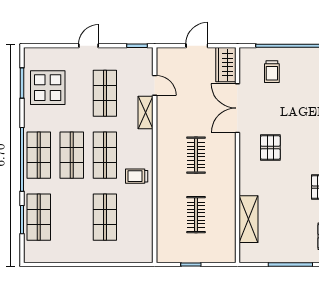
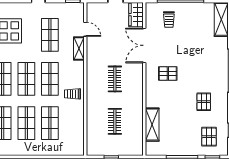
pallet: (270, 147) -> (168, 74), turned 90
shop shelf: (72, 217) -> (26, 123), added

